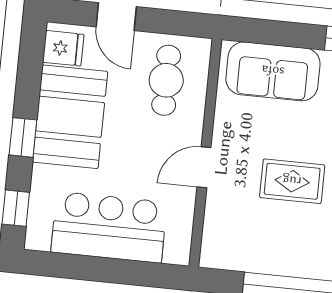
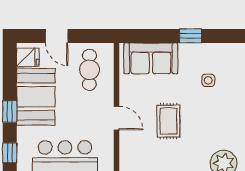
door: (204, 167) -> (116, 118), swing flipped
rug: (292, 181) -> (168, 121), turned 90

